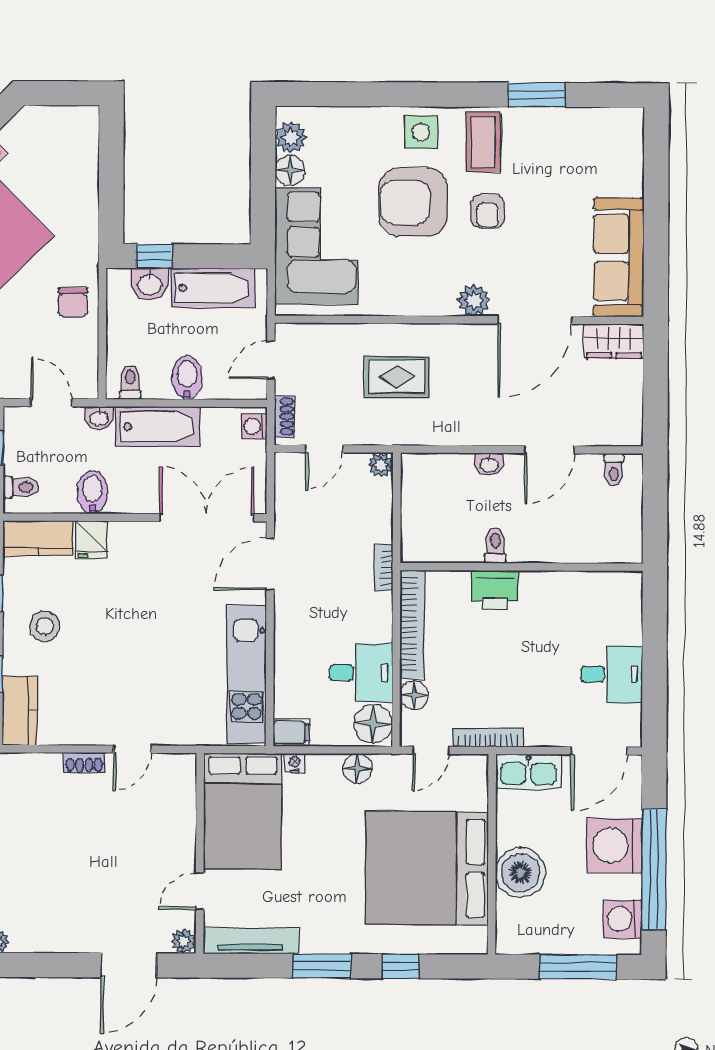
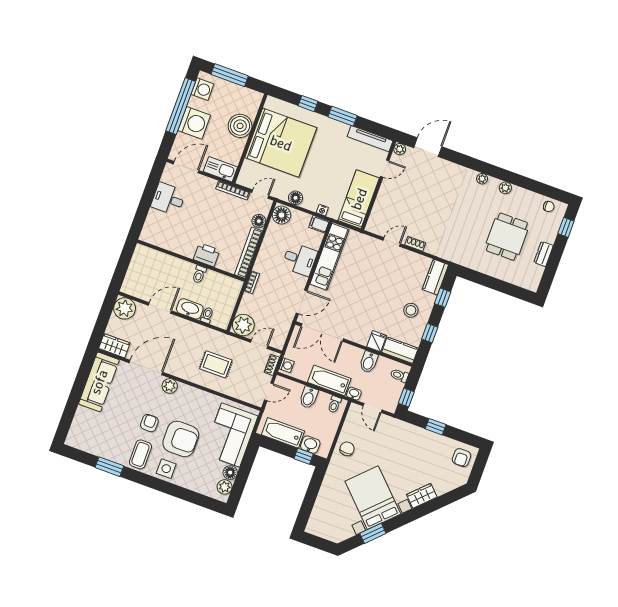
plant: (620, 423) -> (125, 308), added
washbasin: (489, 464) -> (190, 309), width x1.91, depth x1.45
plant: (381, 465) -> (243, 325), width x1.87, depth x1.87
toilet: (614, 470) -> (207, 315), moved
desk: (361, 673) -> (300, 259), moved, turned 180
bed: (243, 811) -> (359, 199), width x0.67

